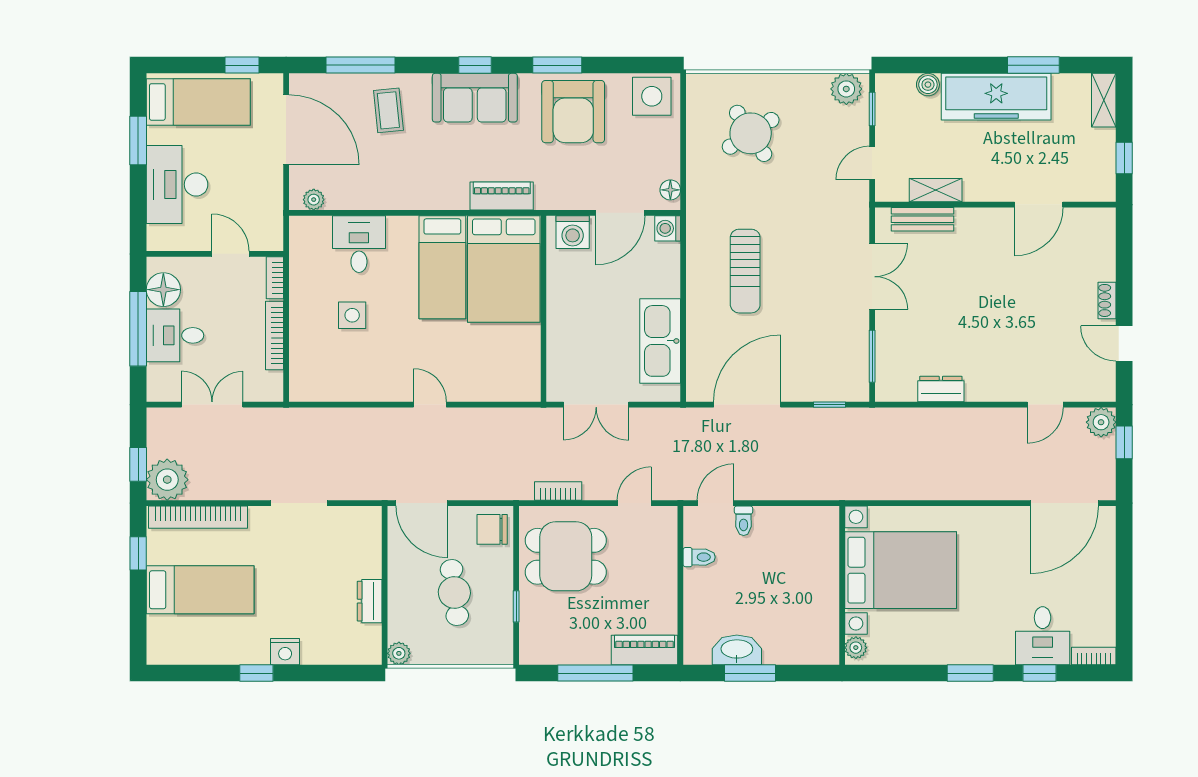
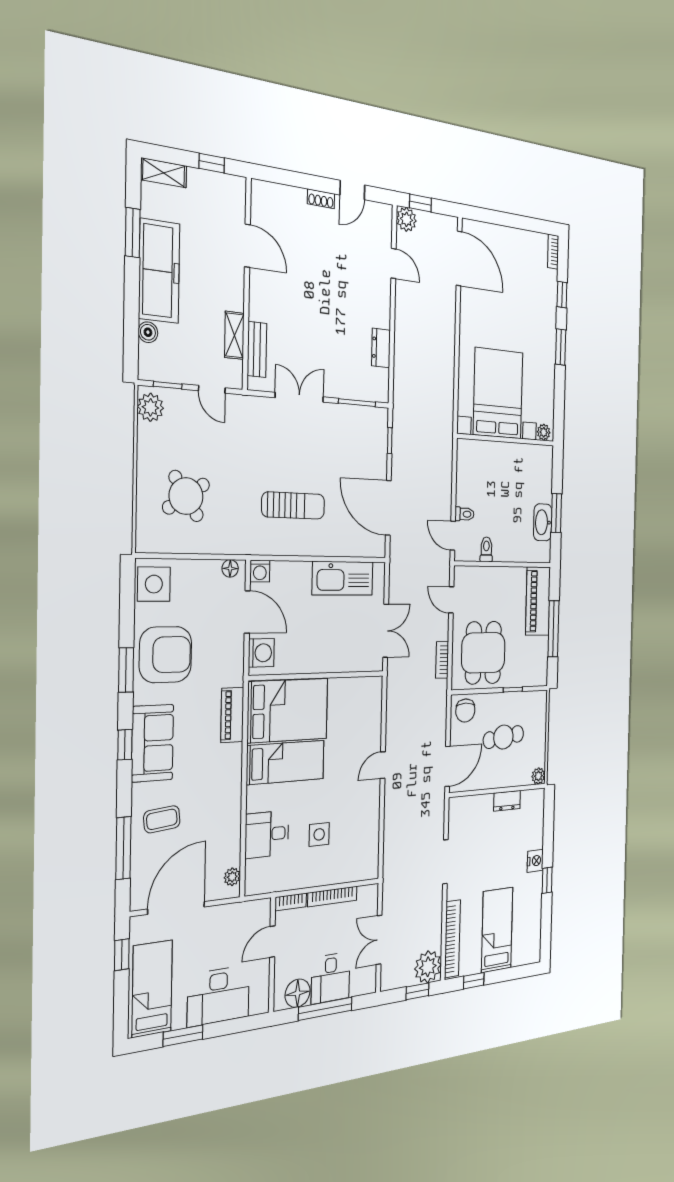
desk: (1043, 636) -> (540, 289), removed
piano: (645, 650) -> (538, 601), width x1.37, depth x1.33

